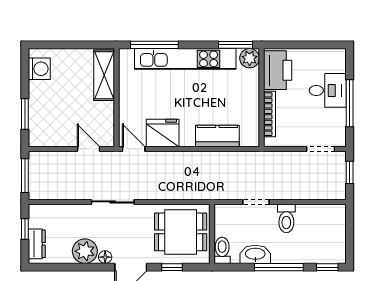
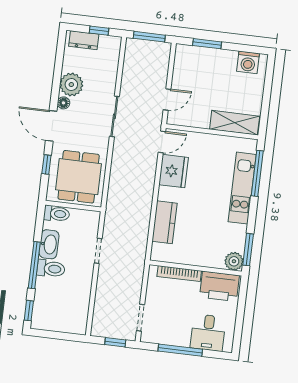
kitchen unit: (185, 59) -> (242, 188), width x0.73
desk: (328, 90) -> (208, 333), moved
toilet: (286, 218) -> (51, 269), moved, turned 180

